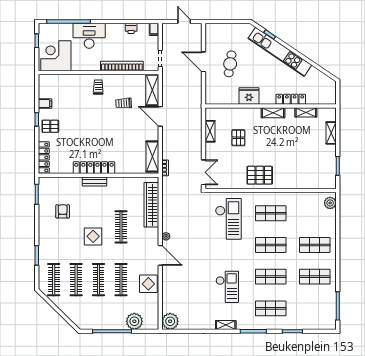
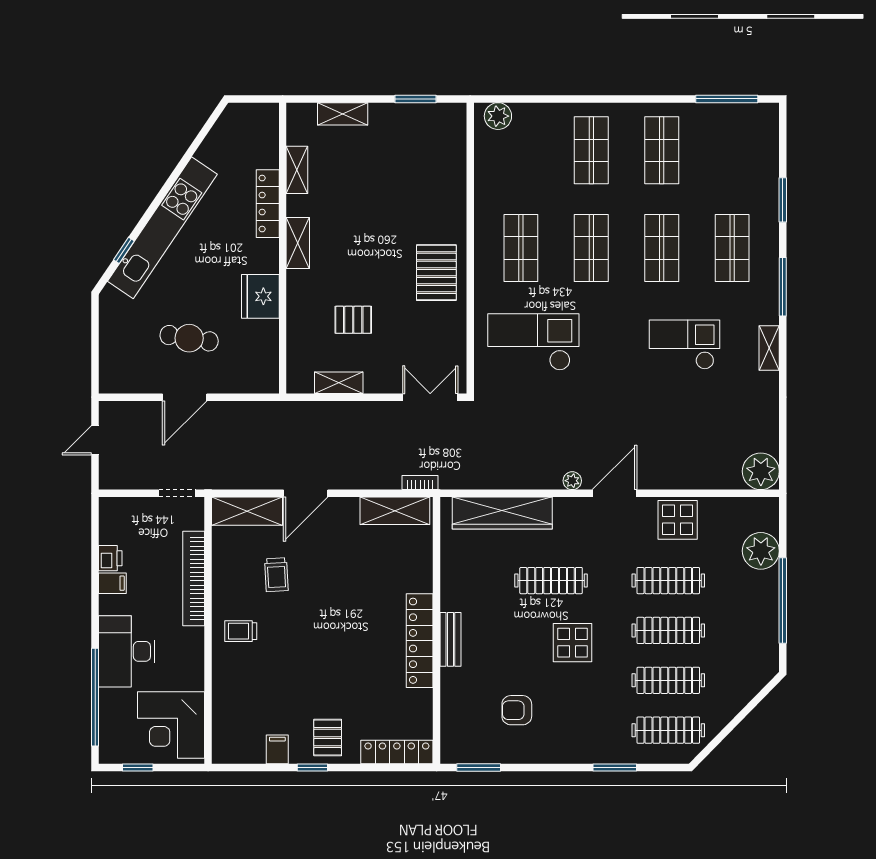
filing cabinet: (154, 29) -> (112, 583), moved

